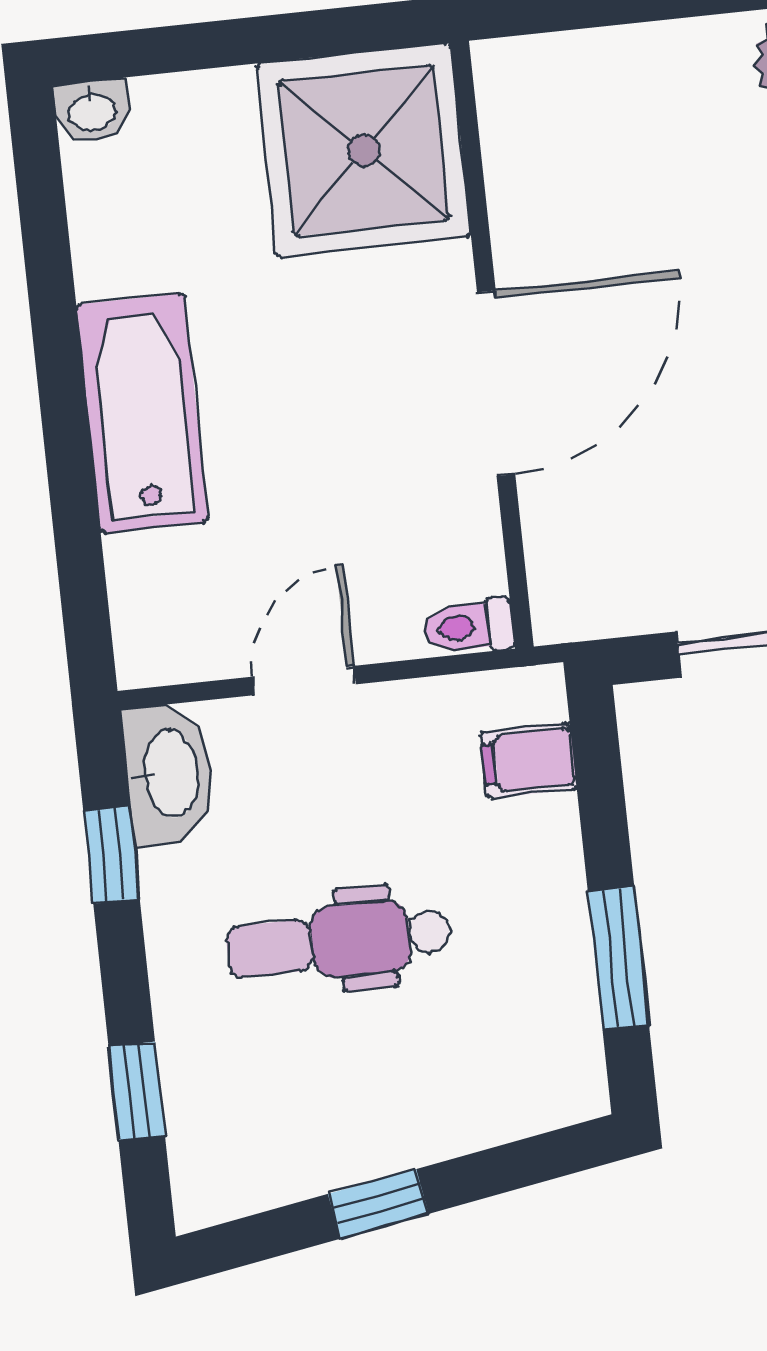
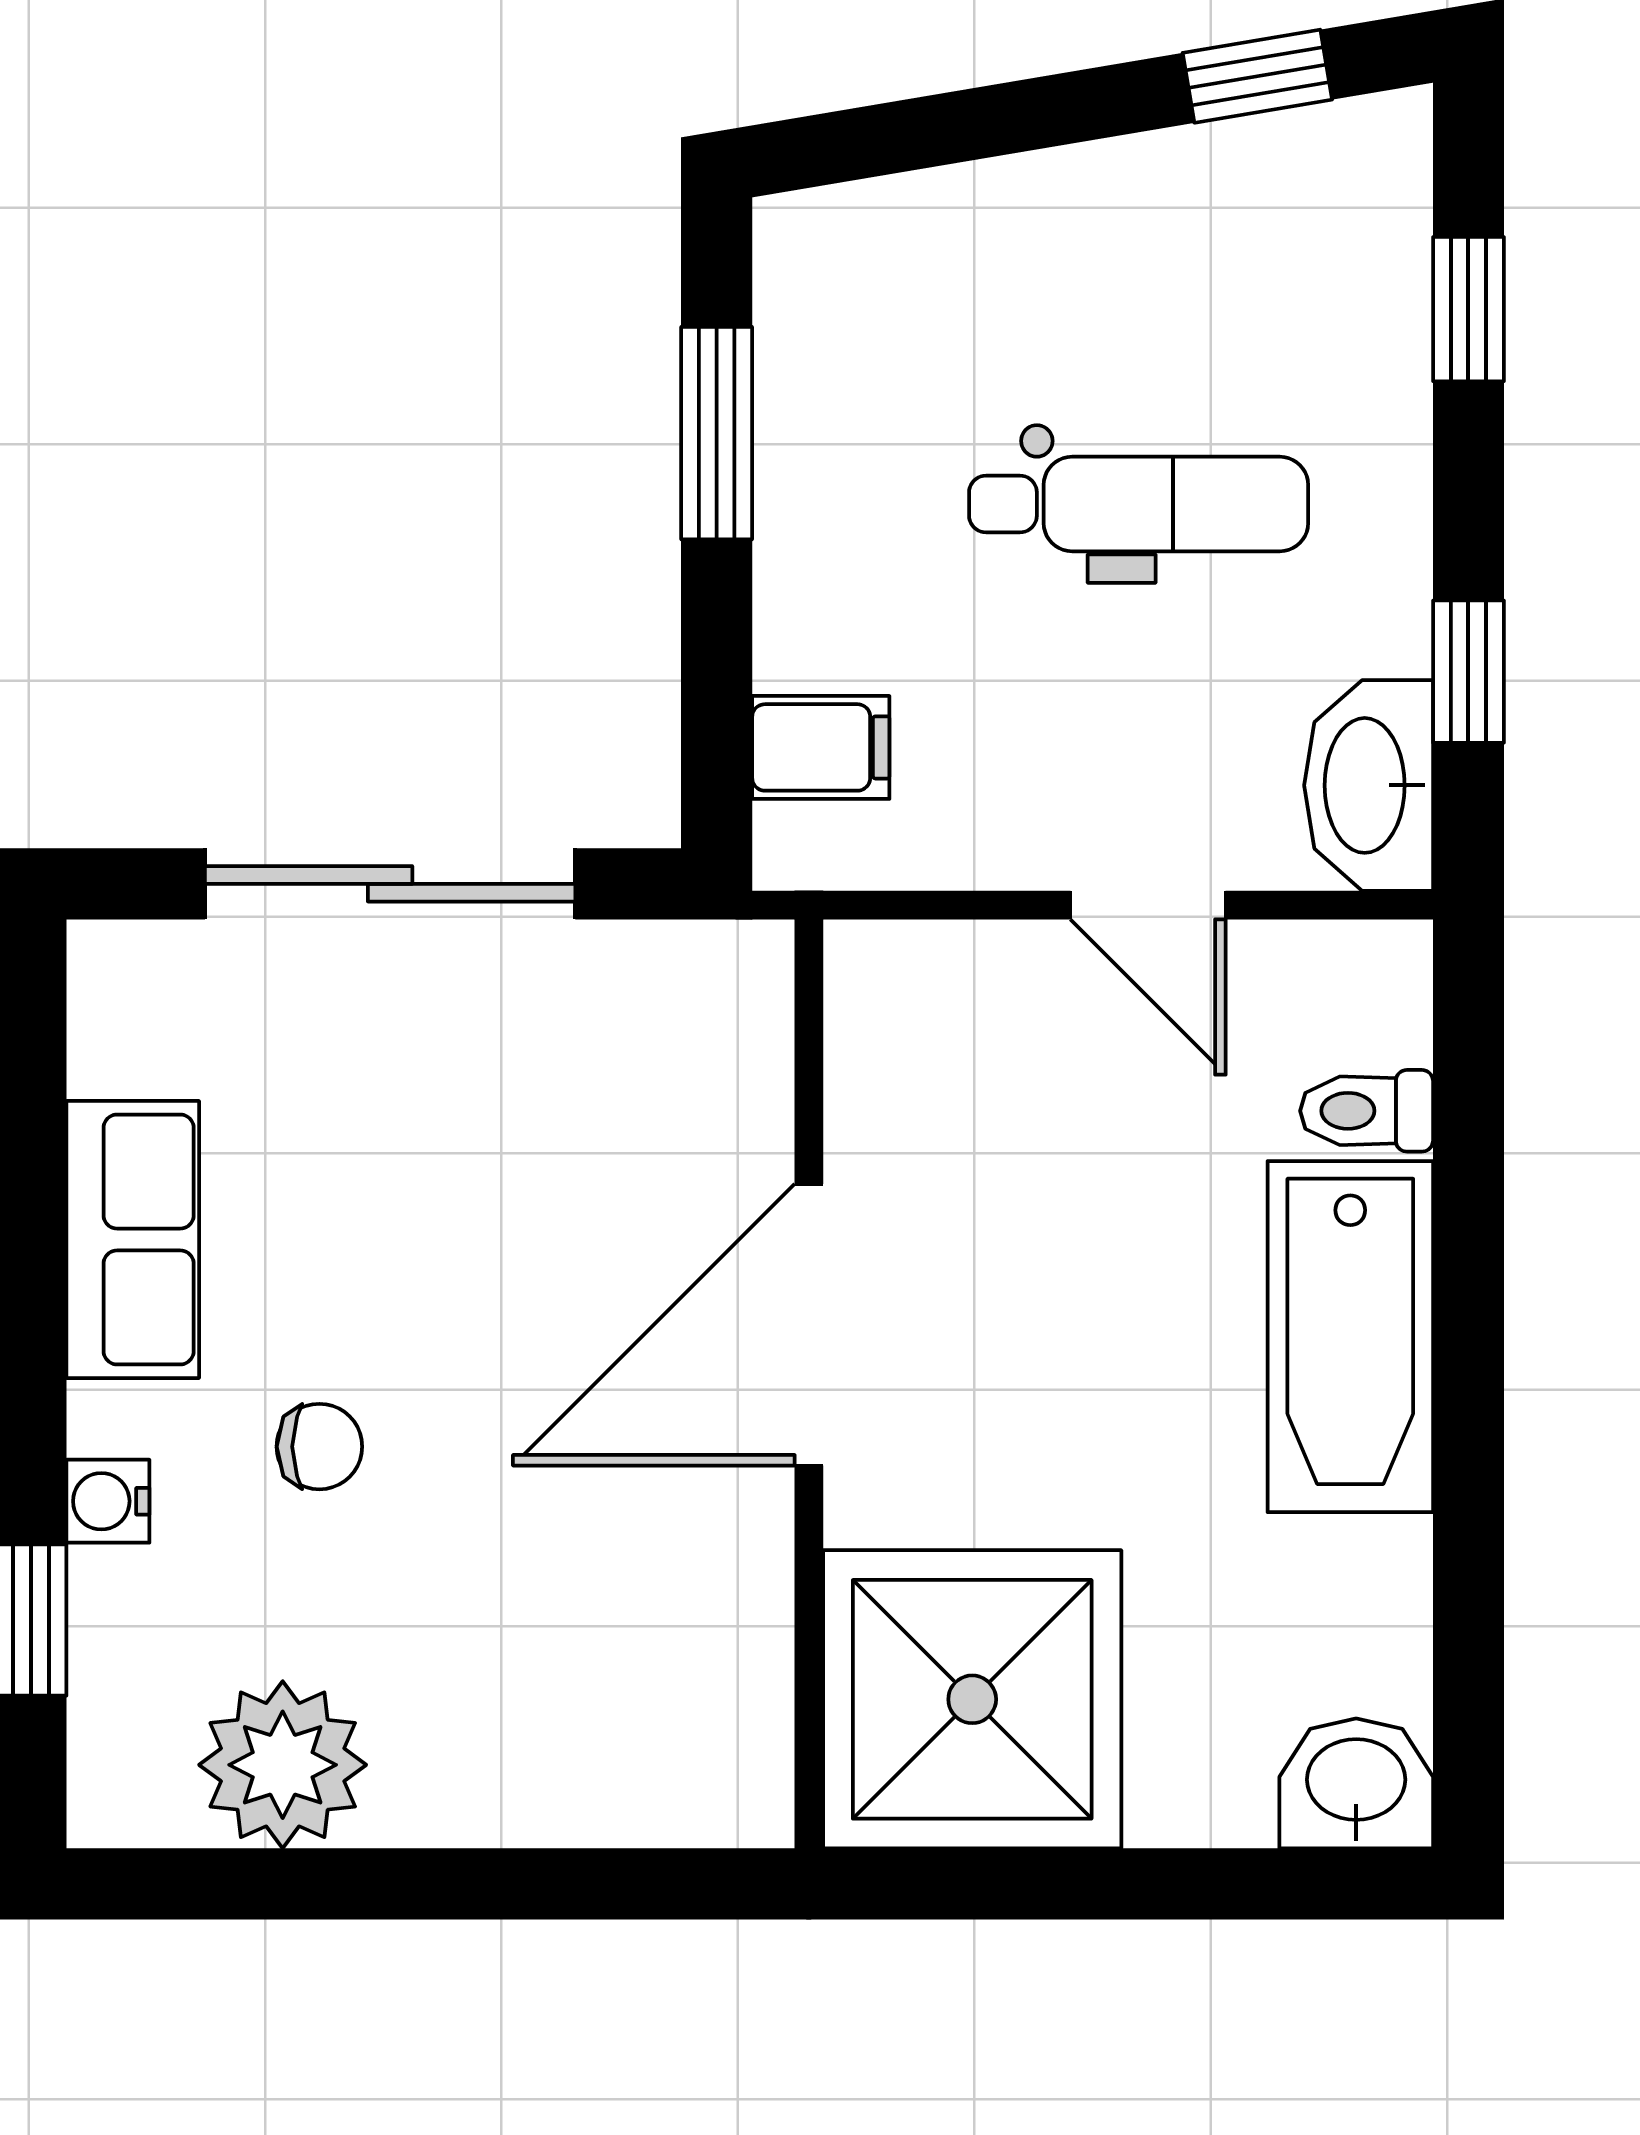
washbasin: (92, 111) -> (1356, 1783), width x1.38, depth x1.45
toilet: (469, 627) -> (1367, 1111), moved, turned 180
door: (304, 680) -> (1148, 905), hinge flipped
window: (378, 1204) -> (1257, 76), moved

